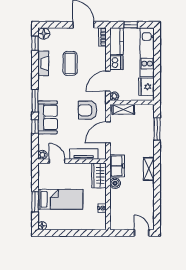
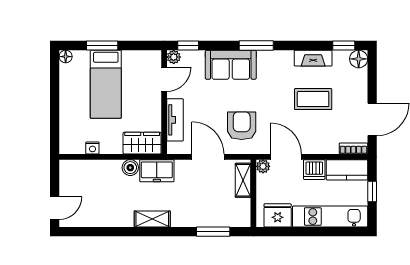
window: (35, 126) -> (188, 46), moved

